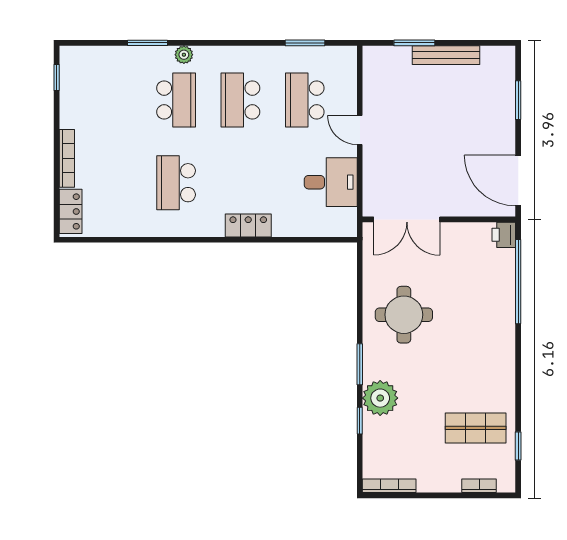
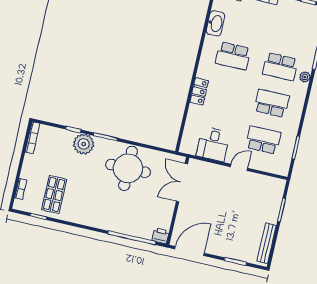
bench: (446, 55) -> (267, 243), moved
school desk: (176, 183) -> (233, 56), turned 180
washbasin: (129, 224) -> (216, 23), added
round table: (404, 315) -> (128, 168), width x1.36, depth x1.36

